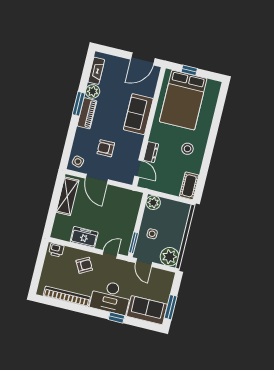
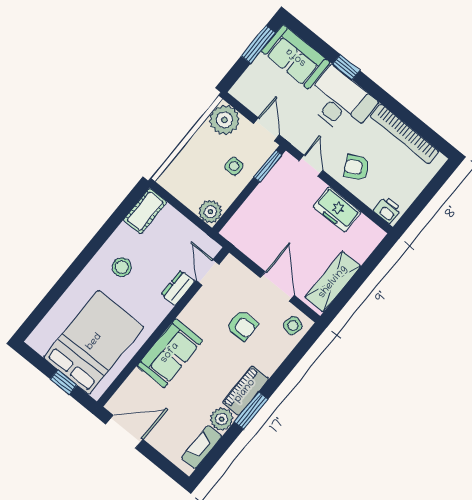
door: (110, 254) -> (311, 166), swing flipped

